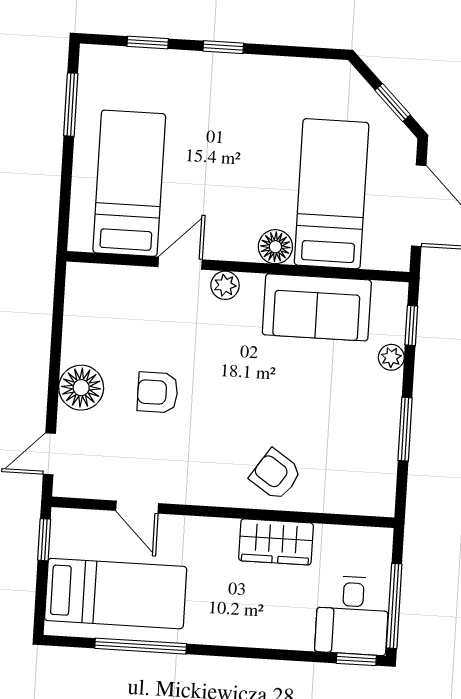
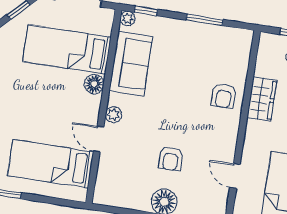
plant: (391, 357) -> (127, 18), moved
armchair: (276, 475) -> (224, 96), turned -34
door: (137, 507) -> (235, 176), swing flipped

